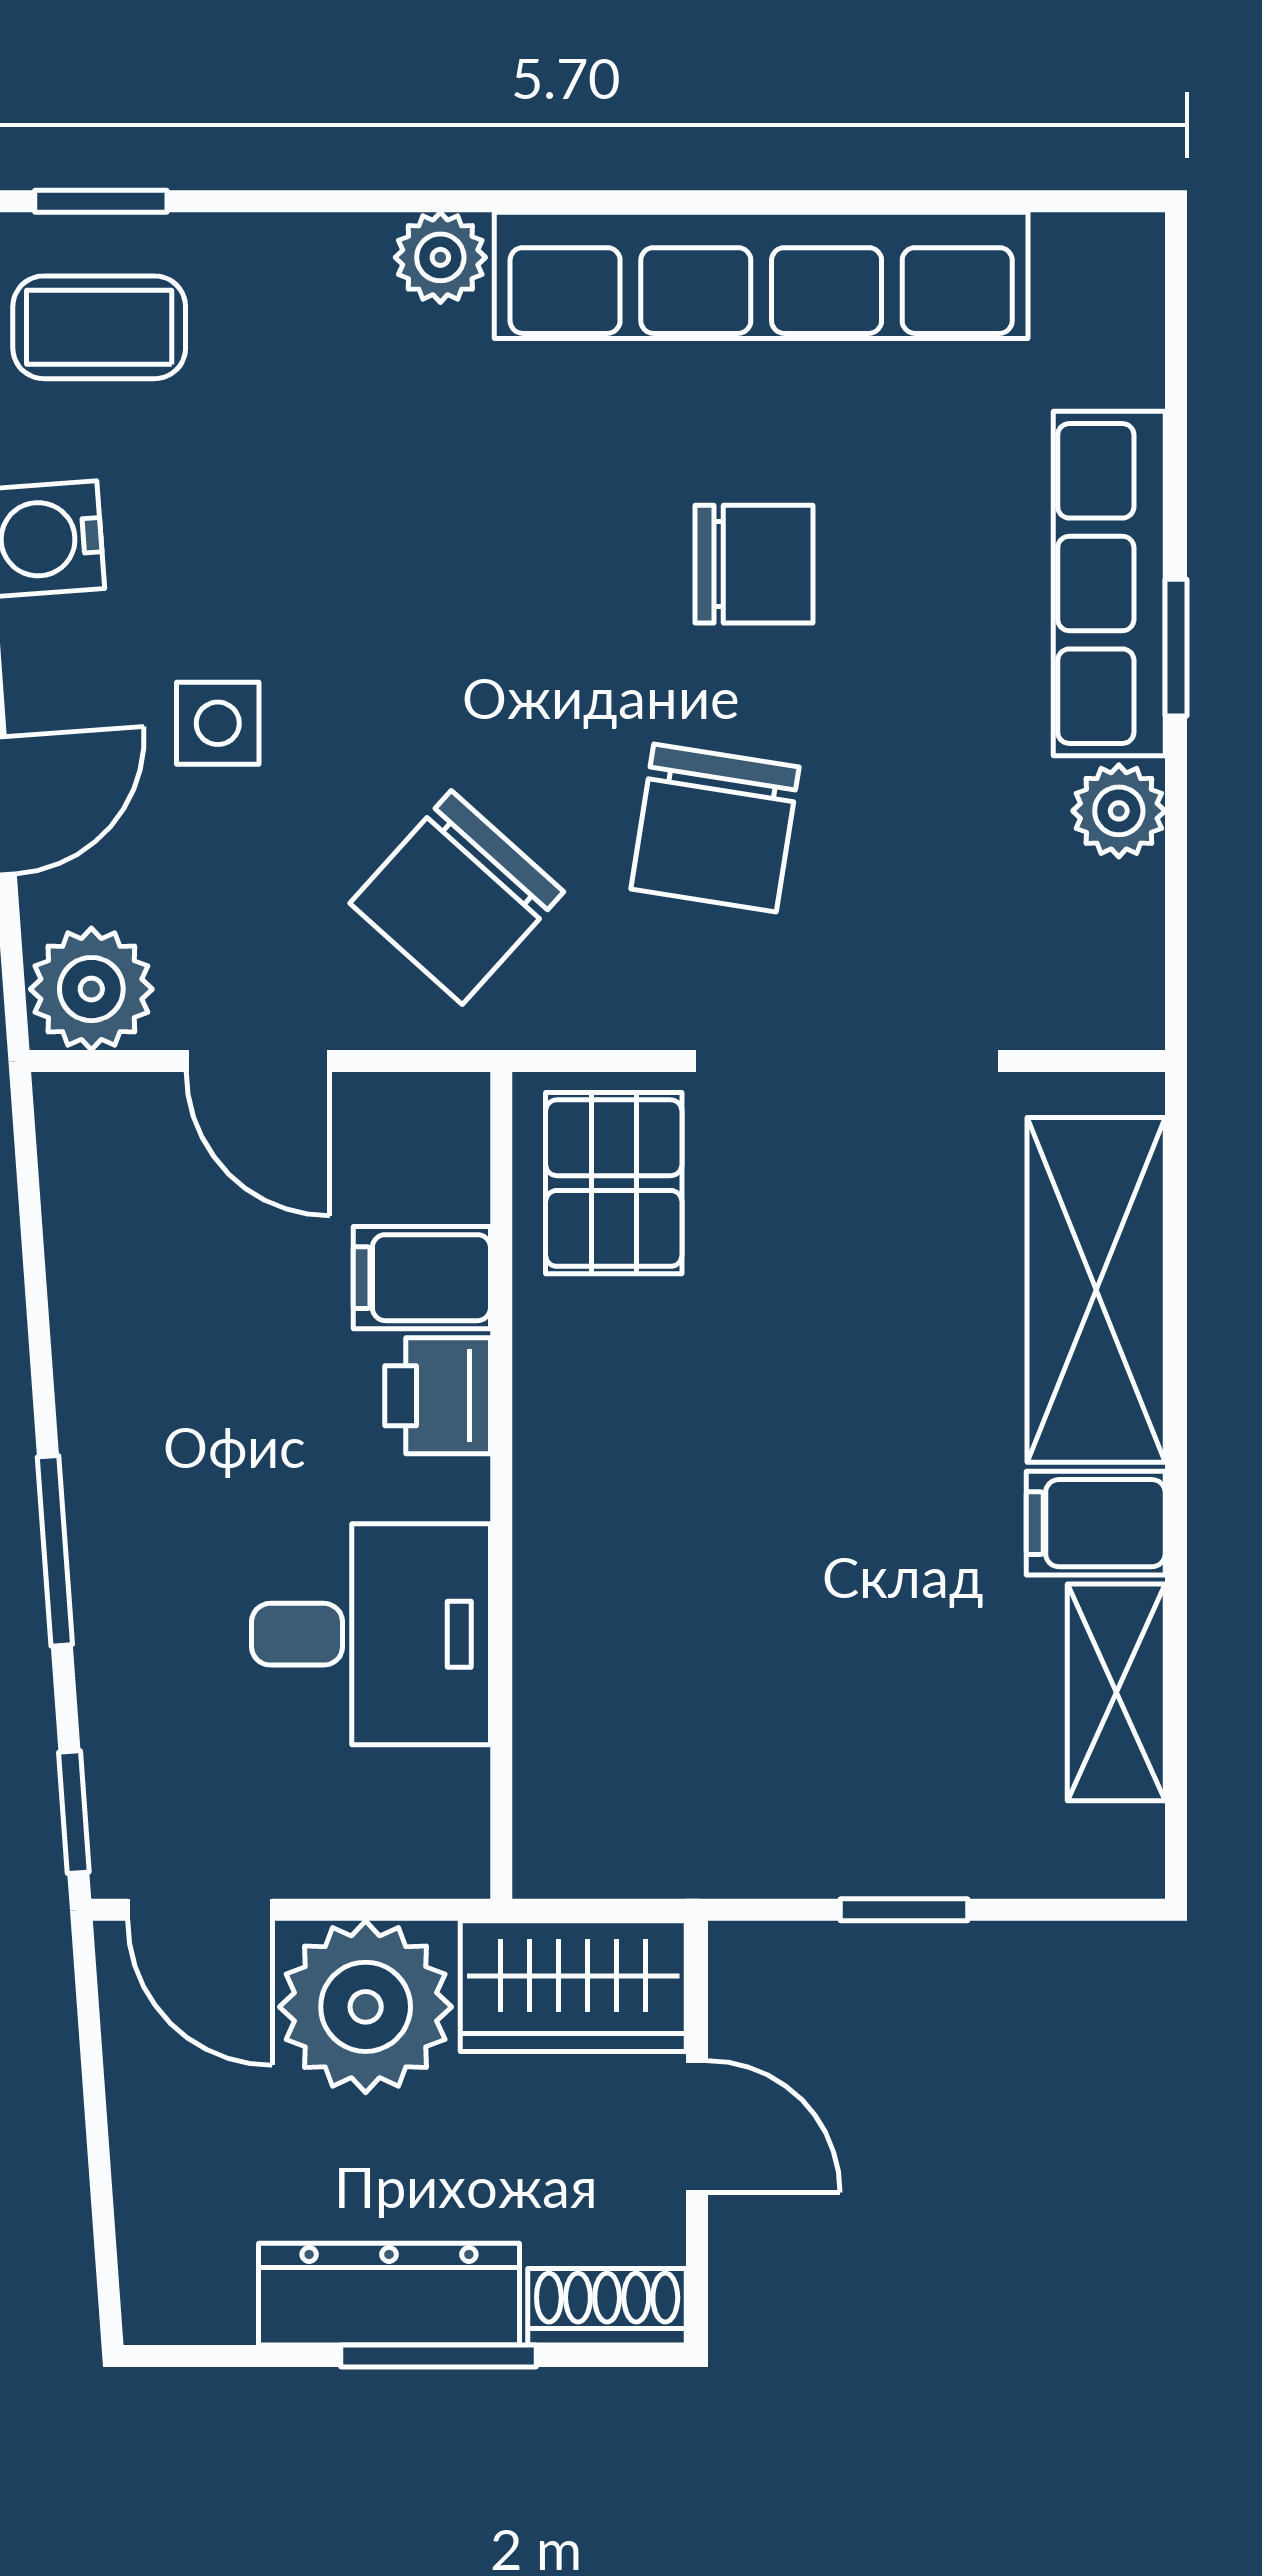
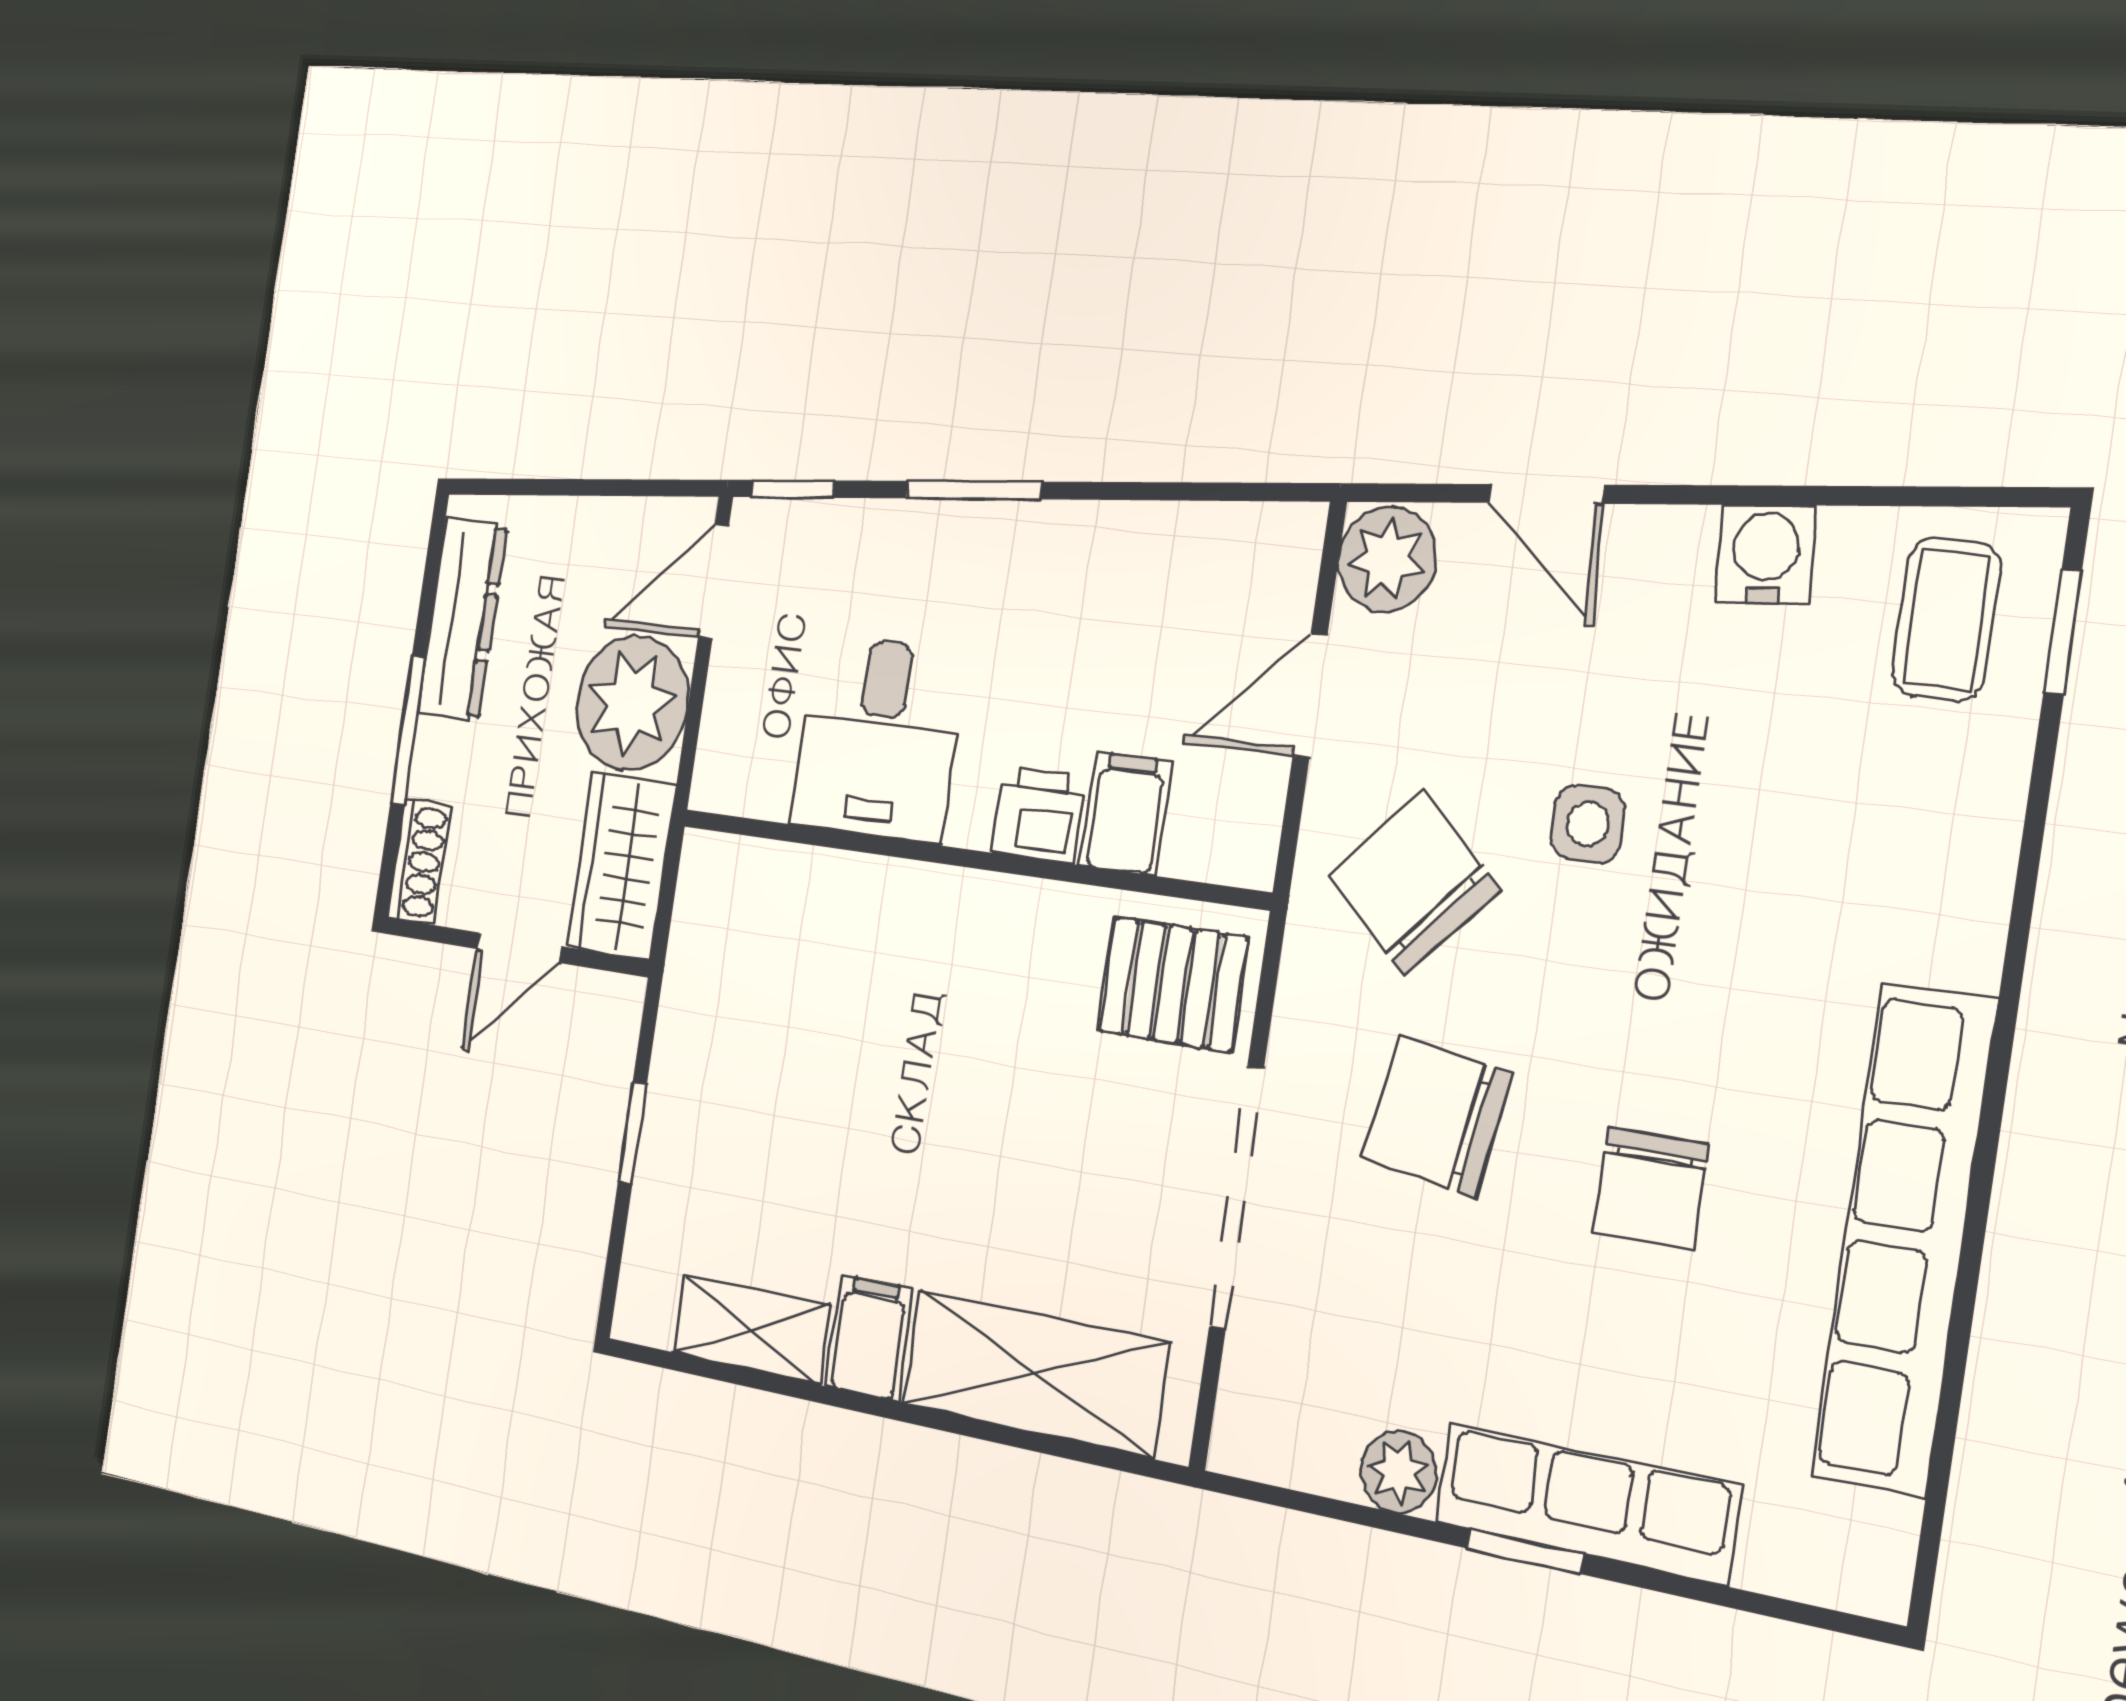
plant: (440, 257) -> (1964, 943), removed
side table: (218, 723) -> (1588, 824), moved
dresser: (389, 2294) -> (462, 619), moved

